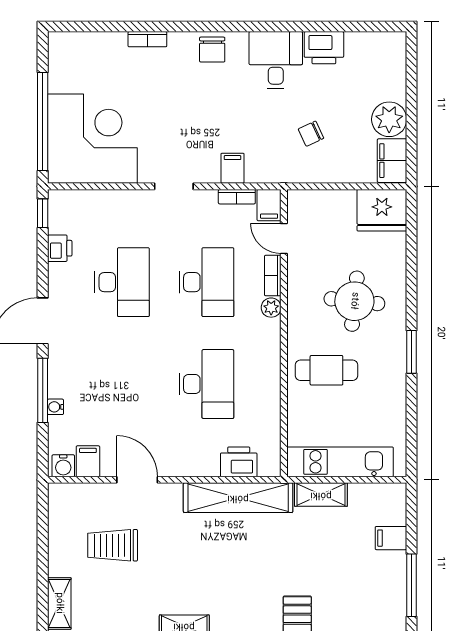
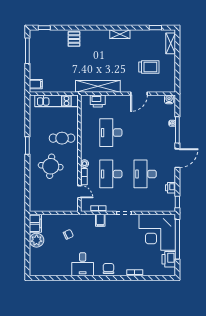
printer: (324, 48) -> (169, 259), moved, turned -90
filing cabinet: (269, 205) -> (85, 205), removed
fridge: (382, 210) -> (39, 203), removed
filing cabinet: (88, 461) -> (159, 101), removed
door: (137, 480) -> (139, 94), hinge flipped
shelving: (321, 495) -> (64, 88), removed
filing cabinet: (391, 538) -> (36, 84), moved

